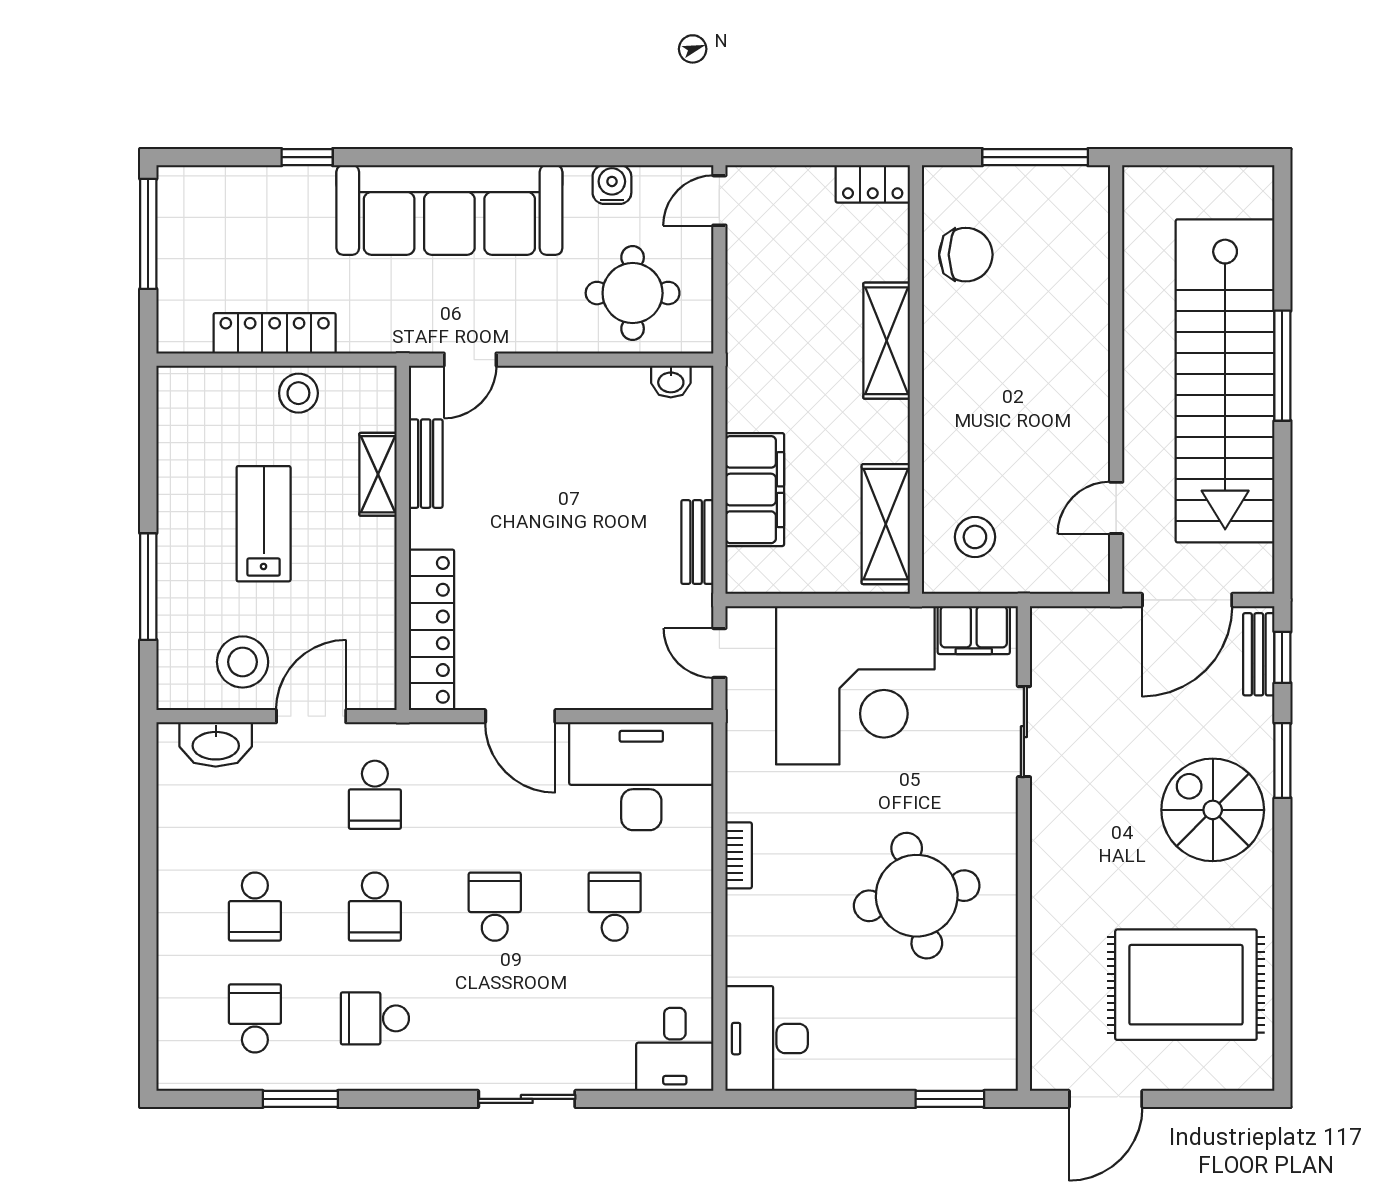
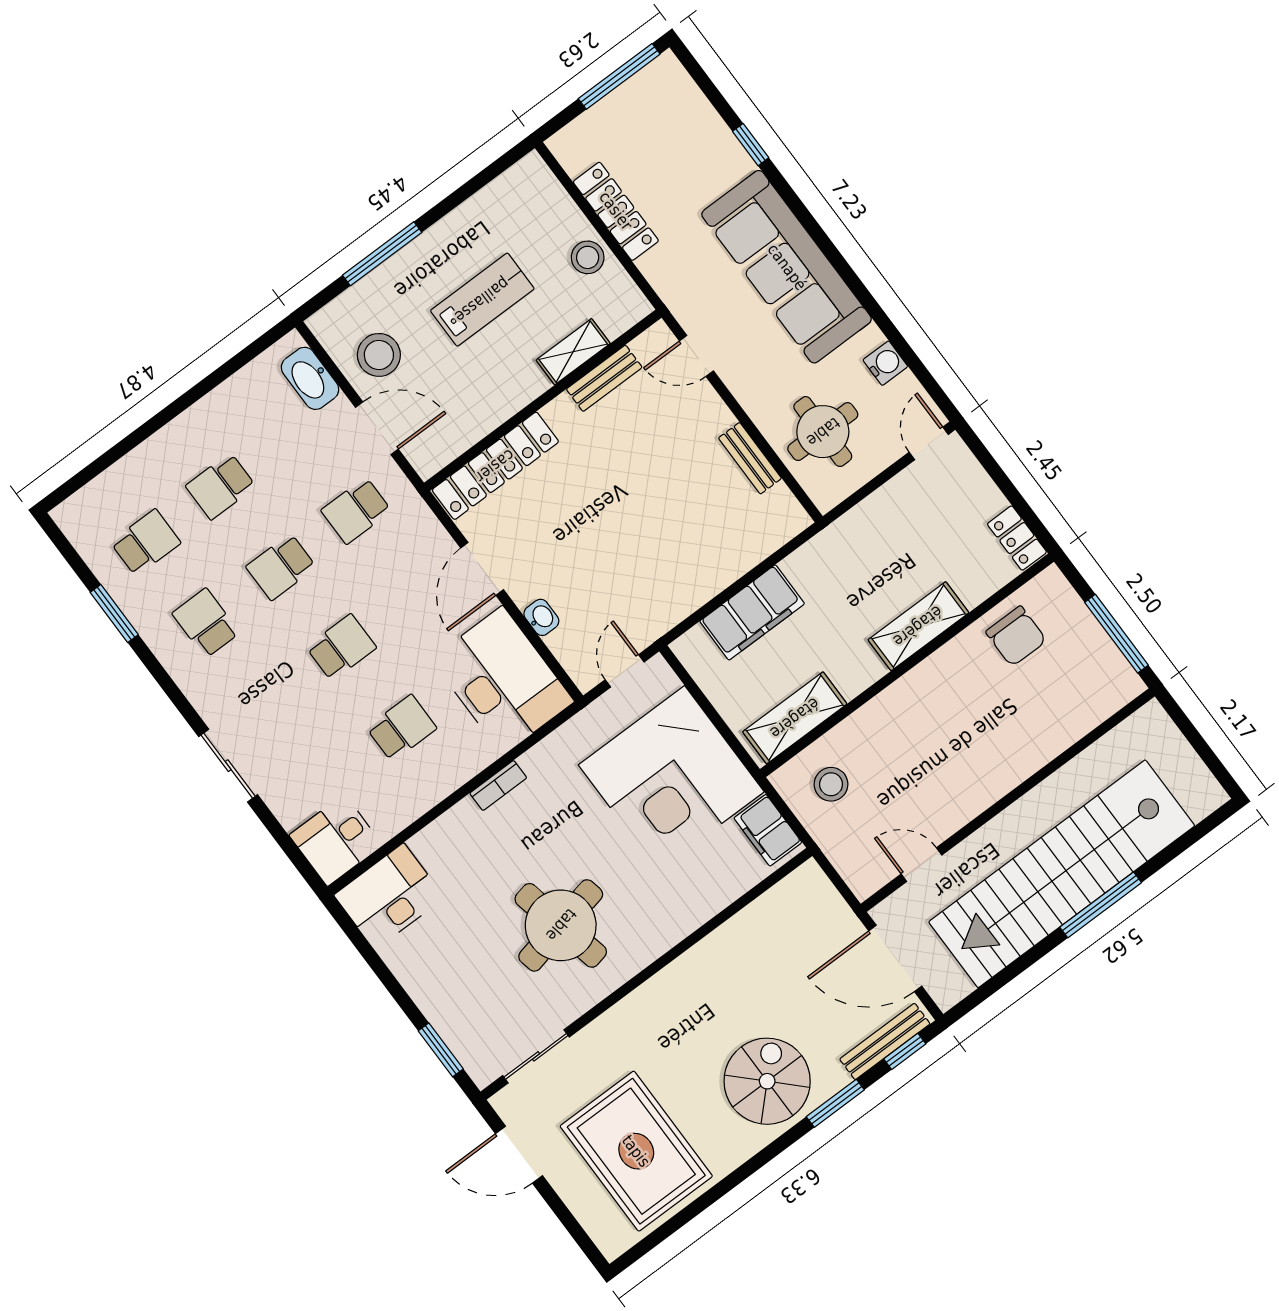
door: (719, 200) -> (929, 443), hinge flipped
washbasin: (671, 381) -> (541, 617), moved, turned 180
bench: (697, 542) -> (750, 458), moved, turned 90
bench: (1259, 654) -> (885, 1041), width x1.36
sliding door: (1024, 732) -> (536, 1056), moved

